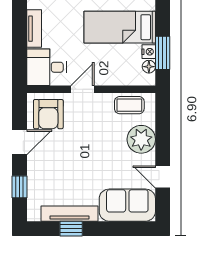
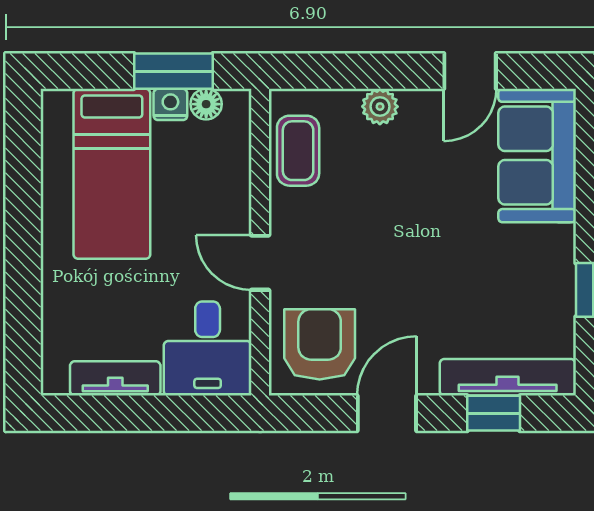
armchair: (48, 114) -> (320, 344), turned -90
plant: (141, 139) -> (380, 107), width x0.53, depth x0.53
door: (20, 142) -> (387, 413), hinge flipped
tv unit: (70, 214) -> (508, 377), moved, turned 90

